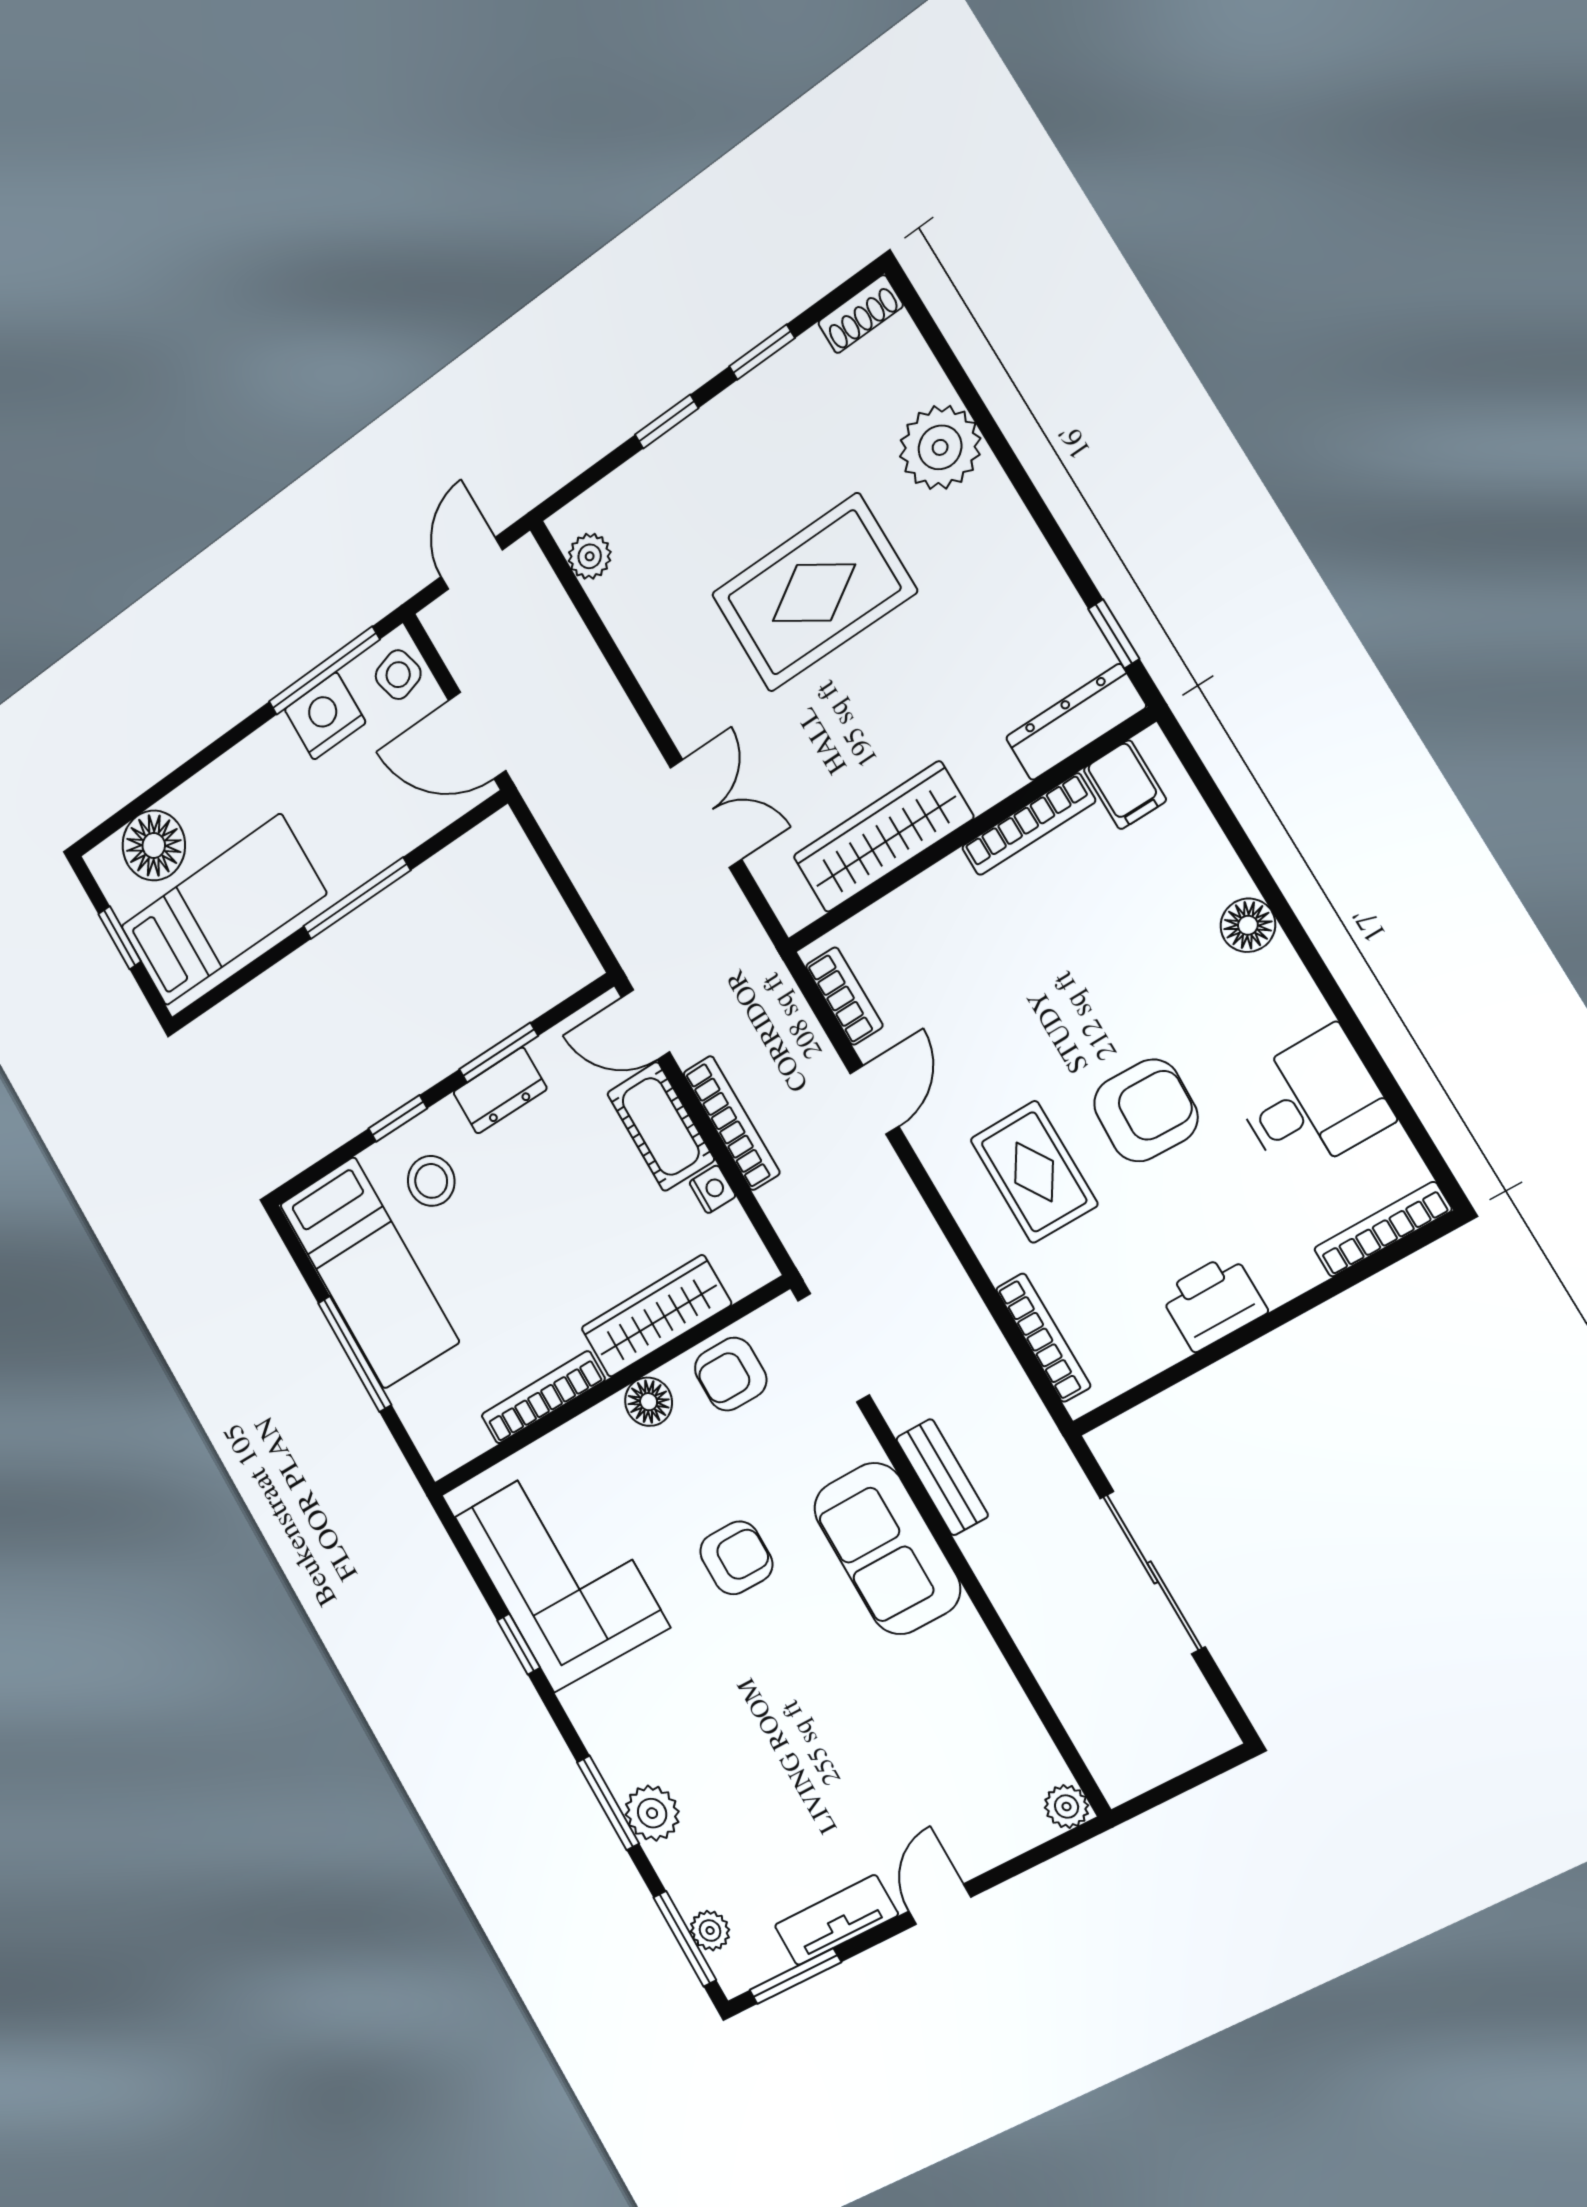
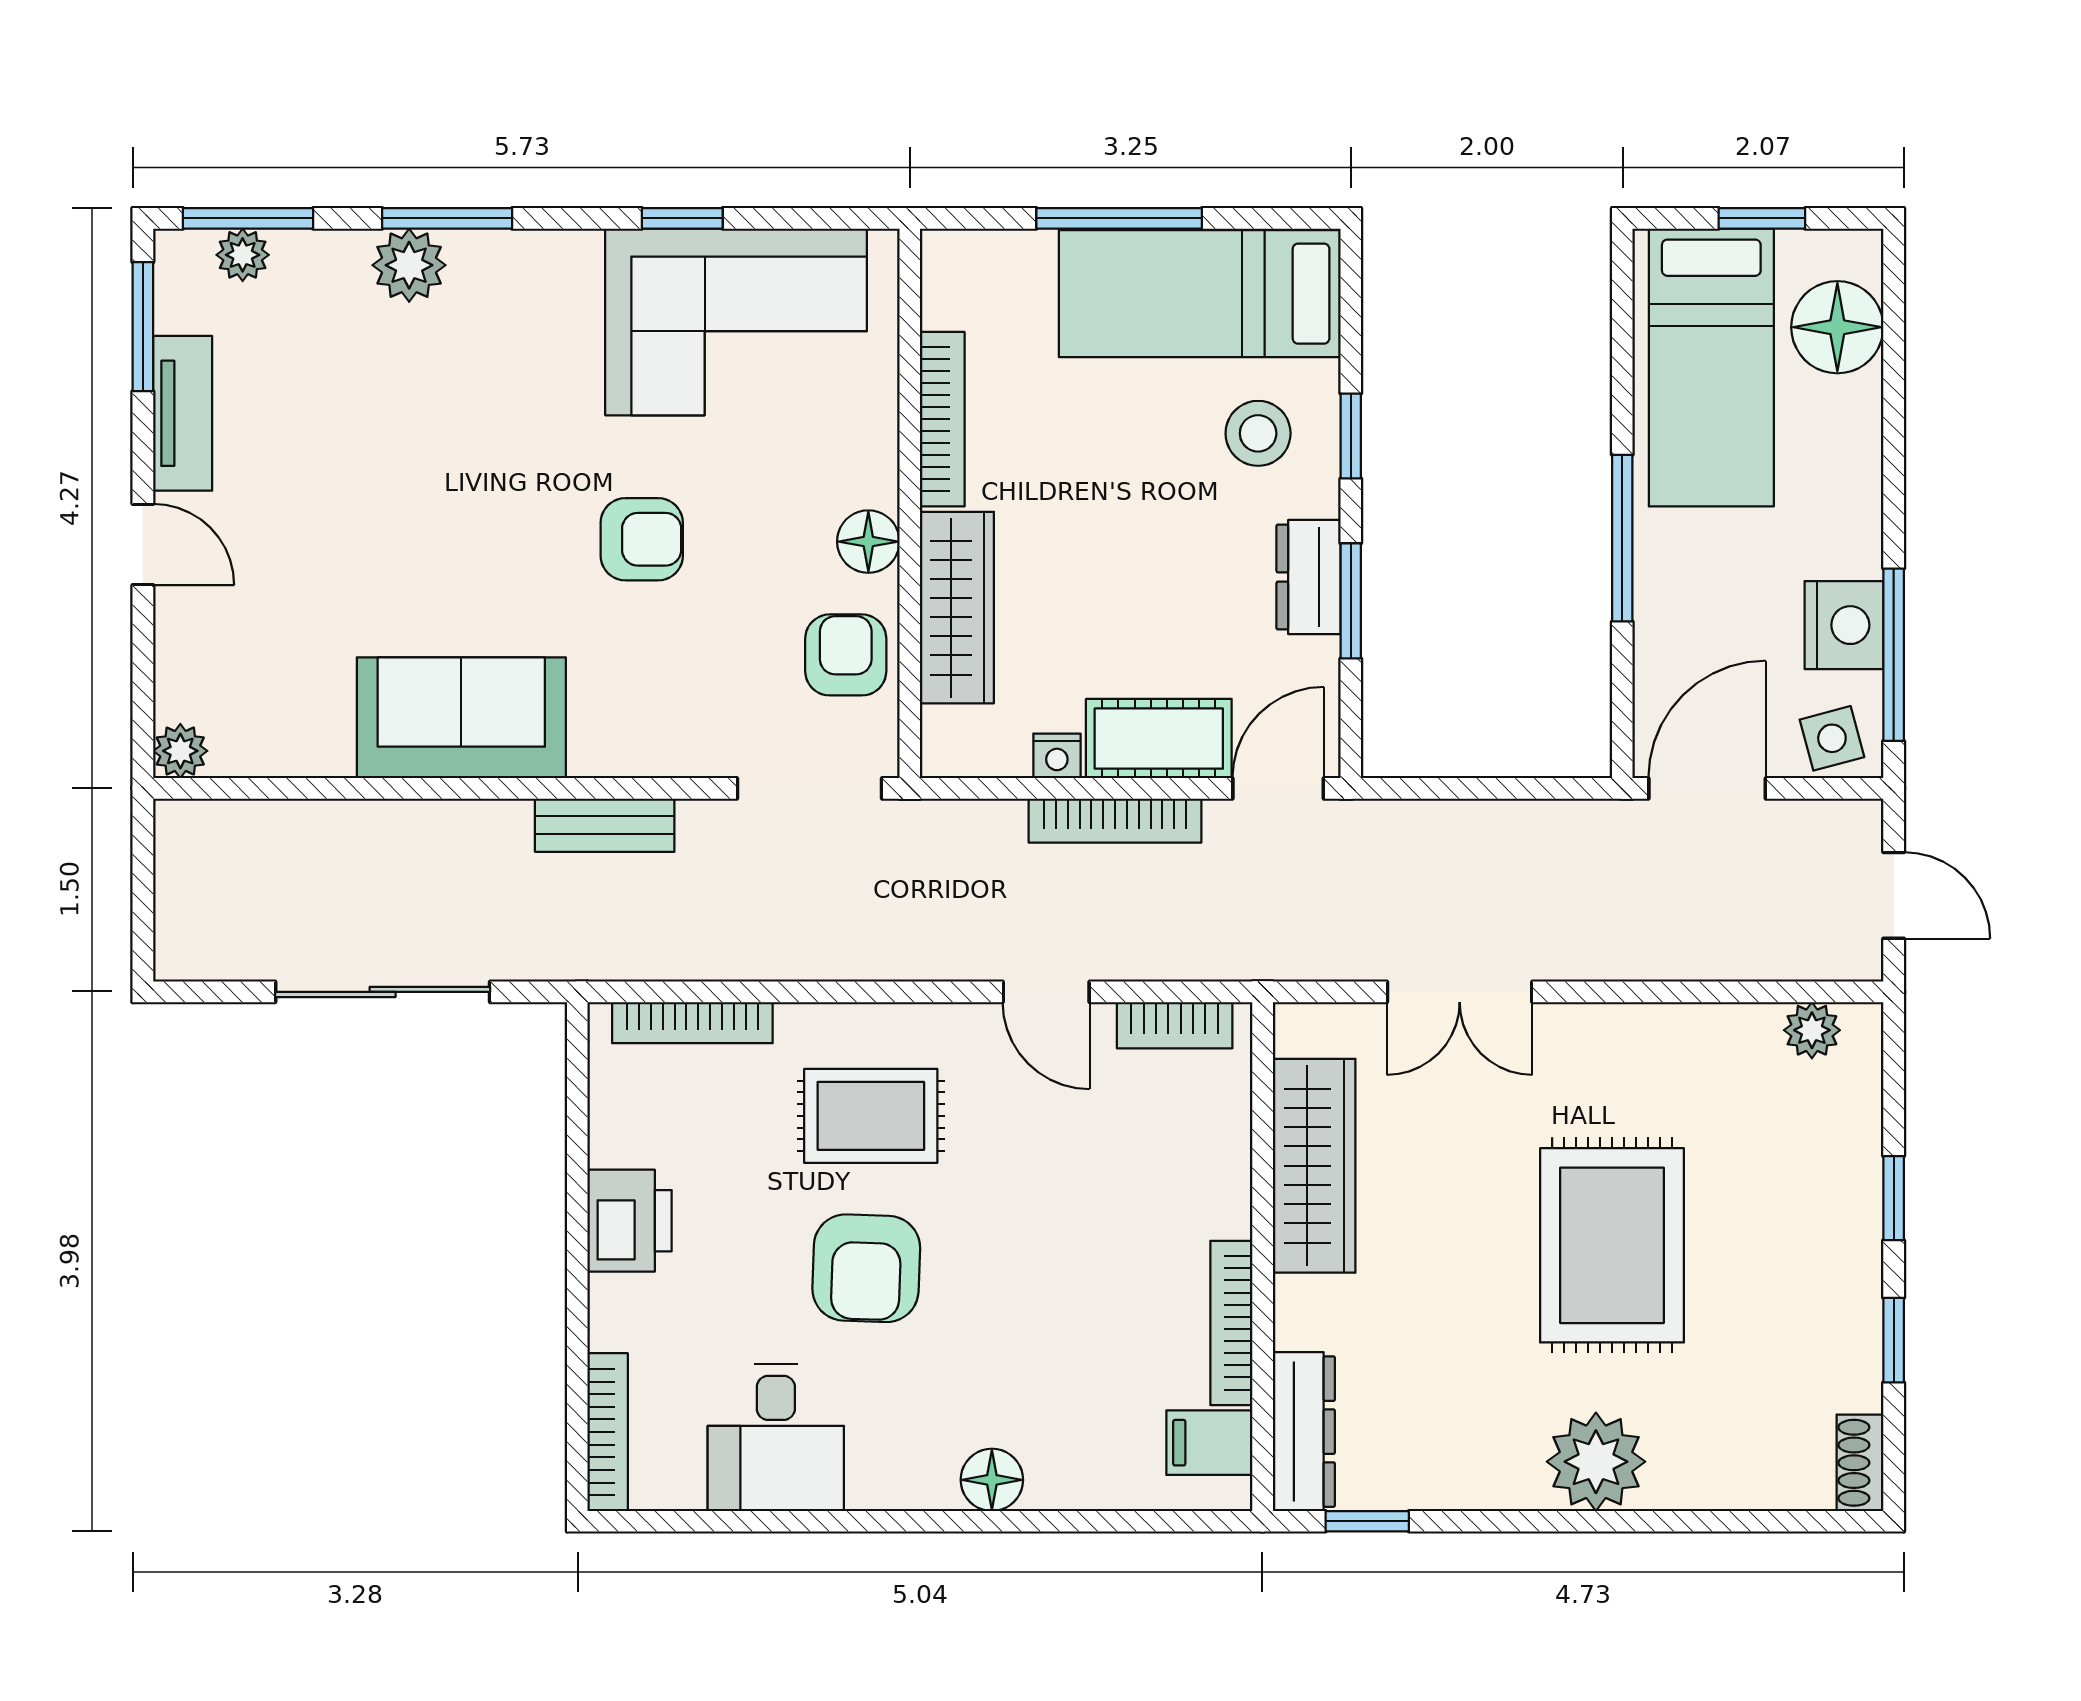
plant: (940, 447) -> (1596, 1462), moved
sofa: (887, 1549) -> (461, 718), moved
armchair: (736, 1558) -> (642, 539), turned -90

